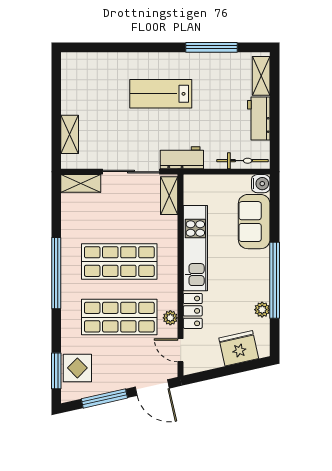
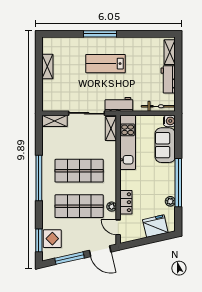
window: (211, 47) -> (100, 34), moved
shelving: (70, 134) -> (47, 66), moved
kitchen unit: (195, 248) -> (128, 142), moved

